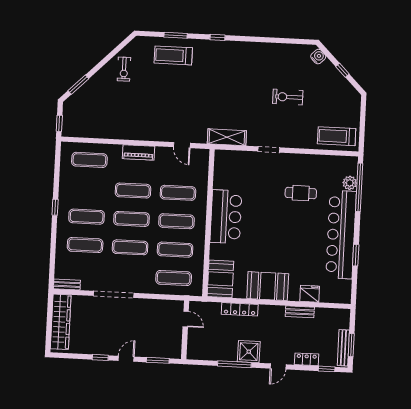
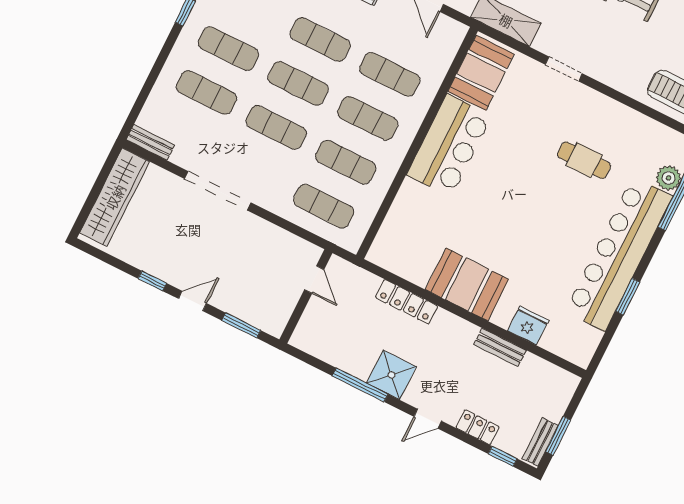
booth: (220, 279) -> (481, 73), moved
bench: (343, 348) -> (540, 442), width x0.73

